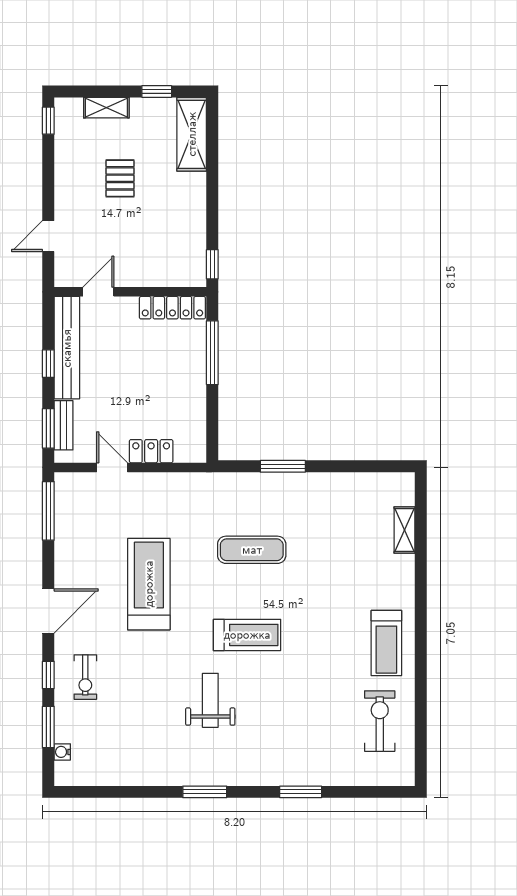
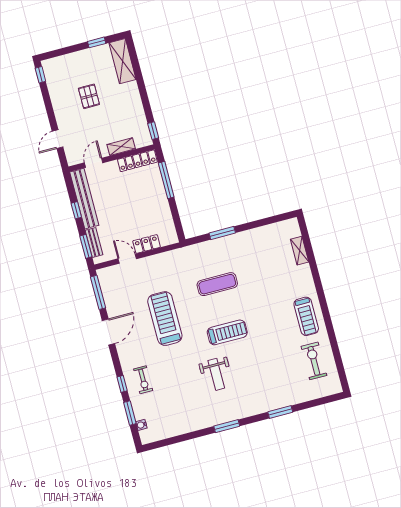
shelving: (106, 108) -> (121, 147), moved
door: (48, 611) -> (108, 332), moved
weight bench: (210, 700) -> (216, 374), turned 180

